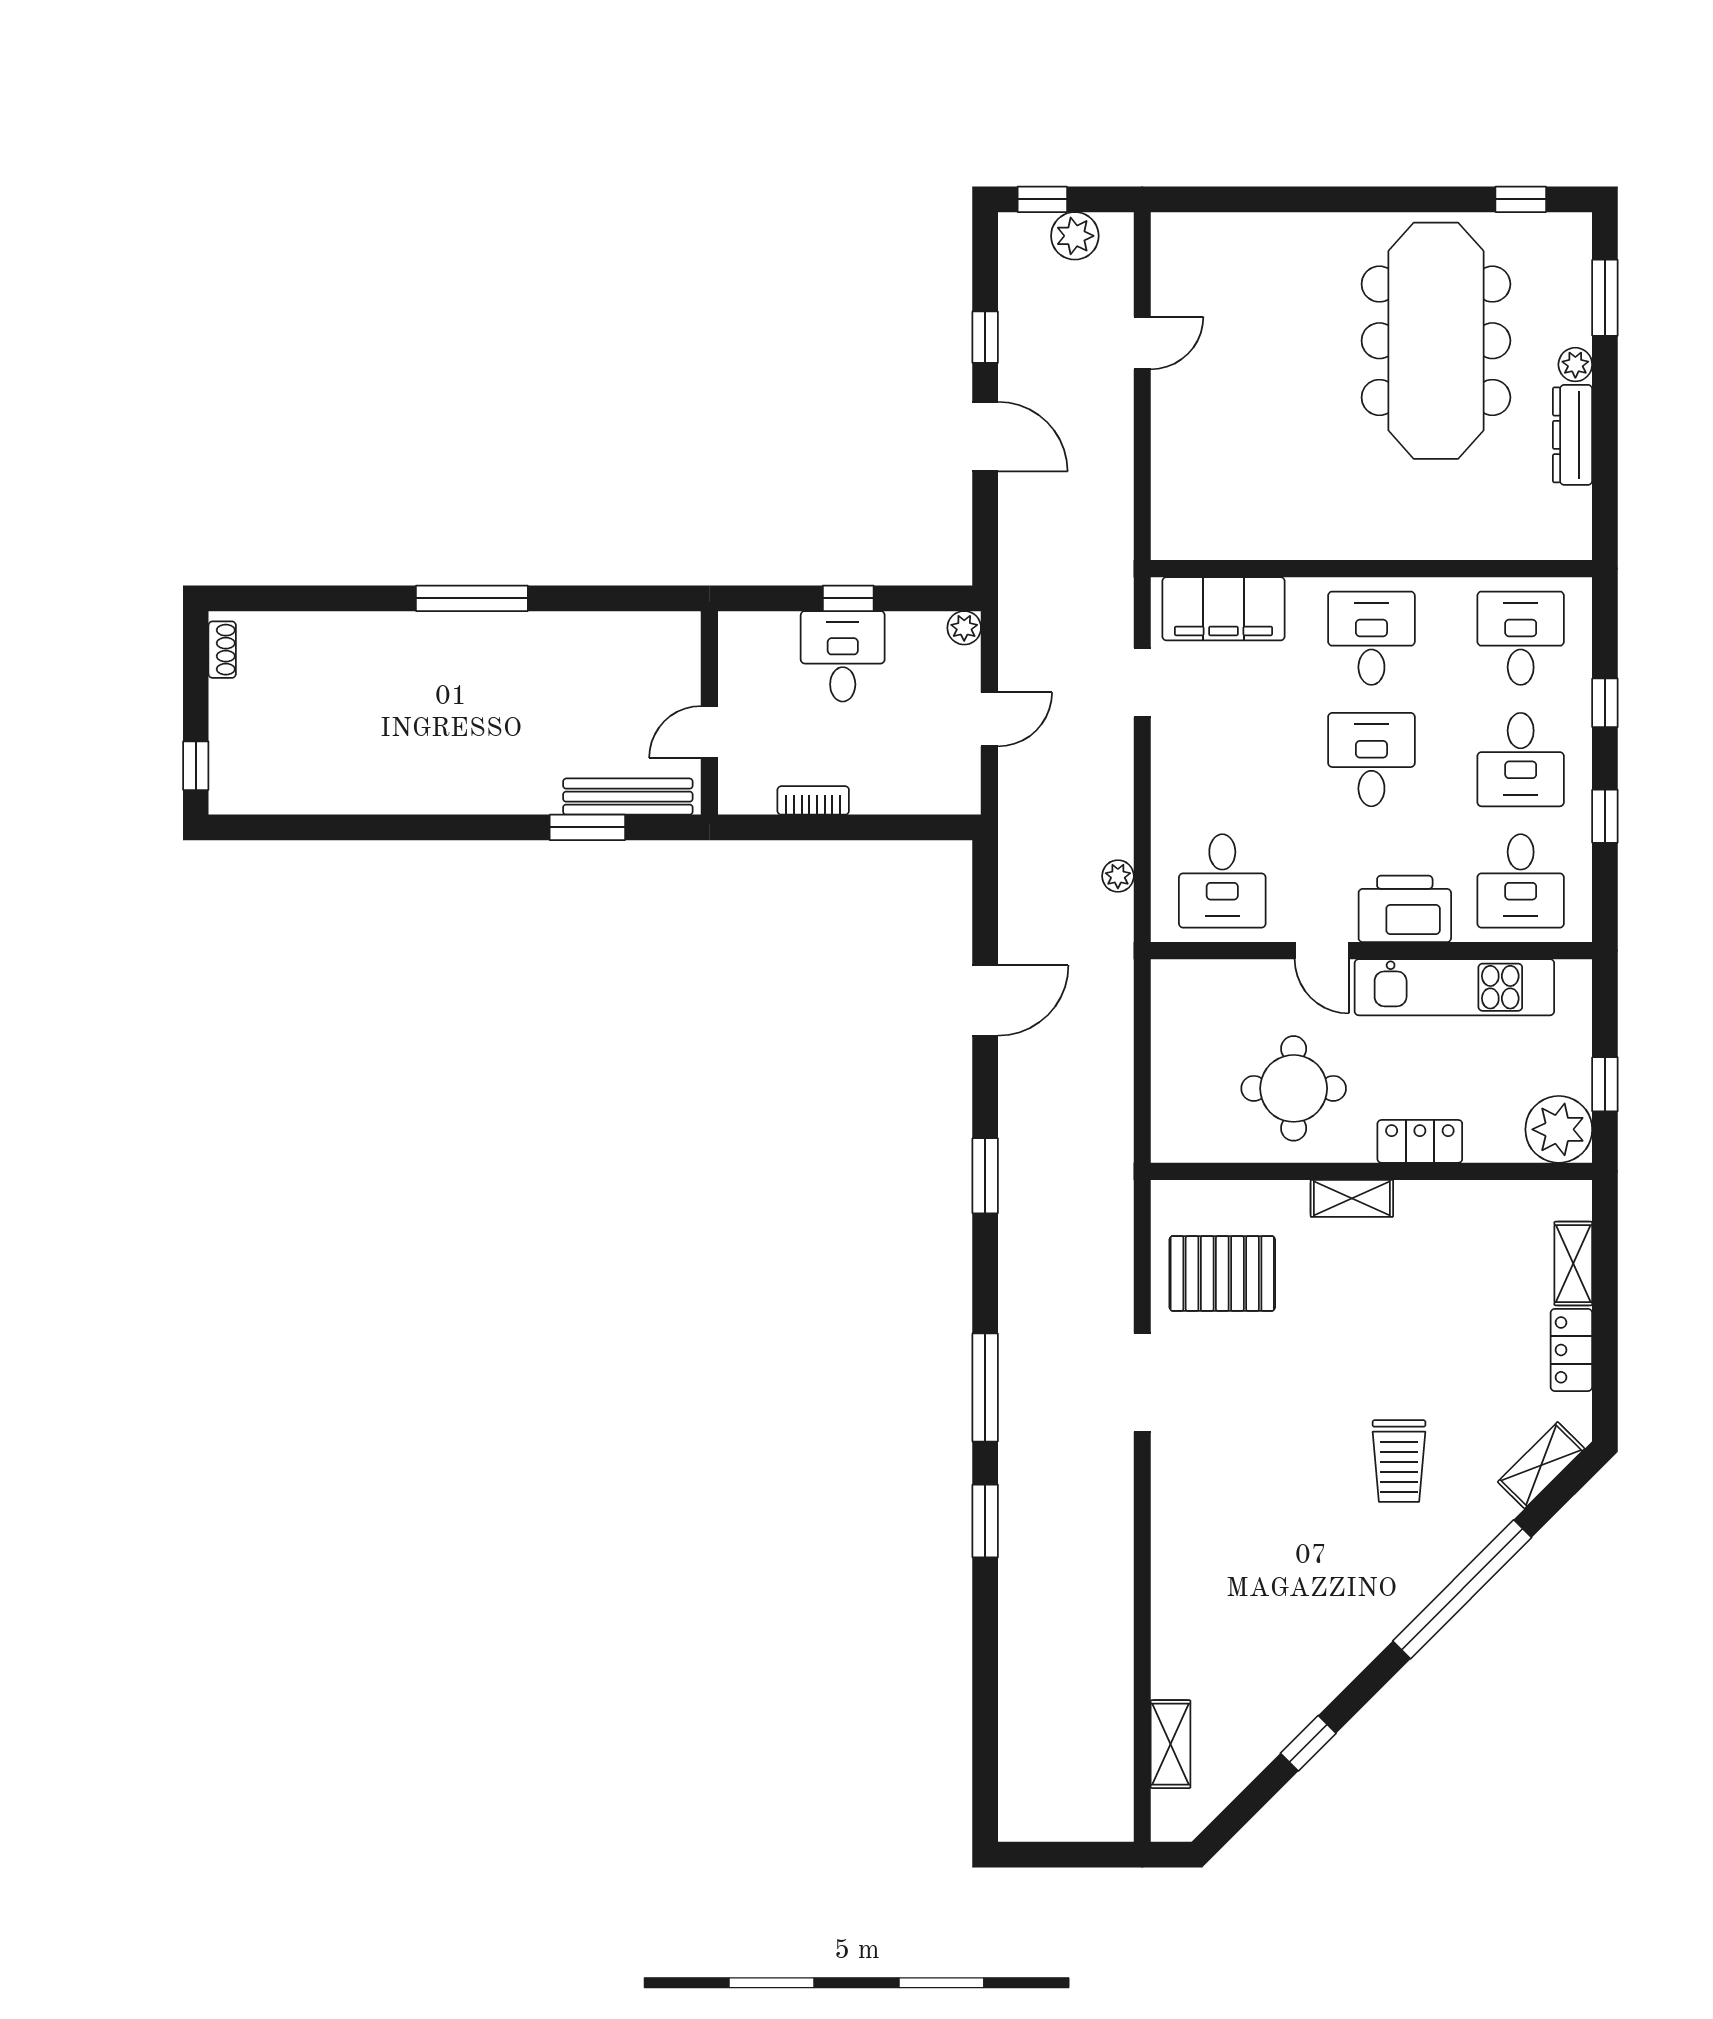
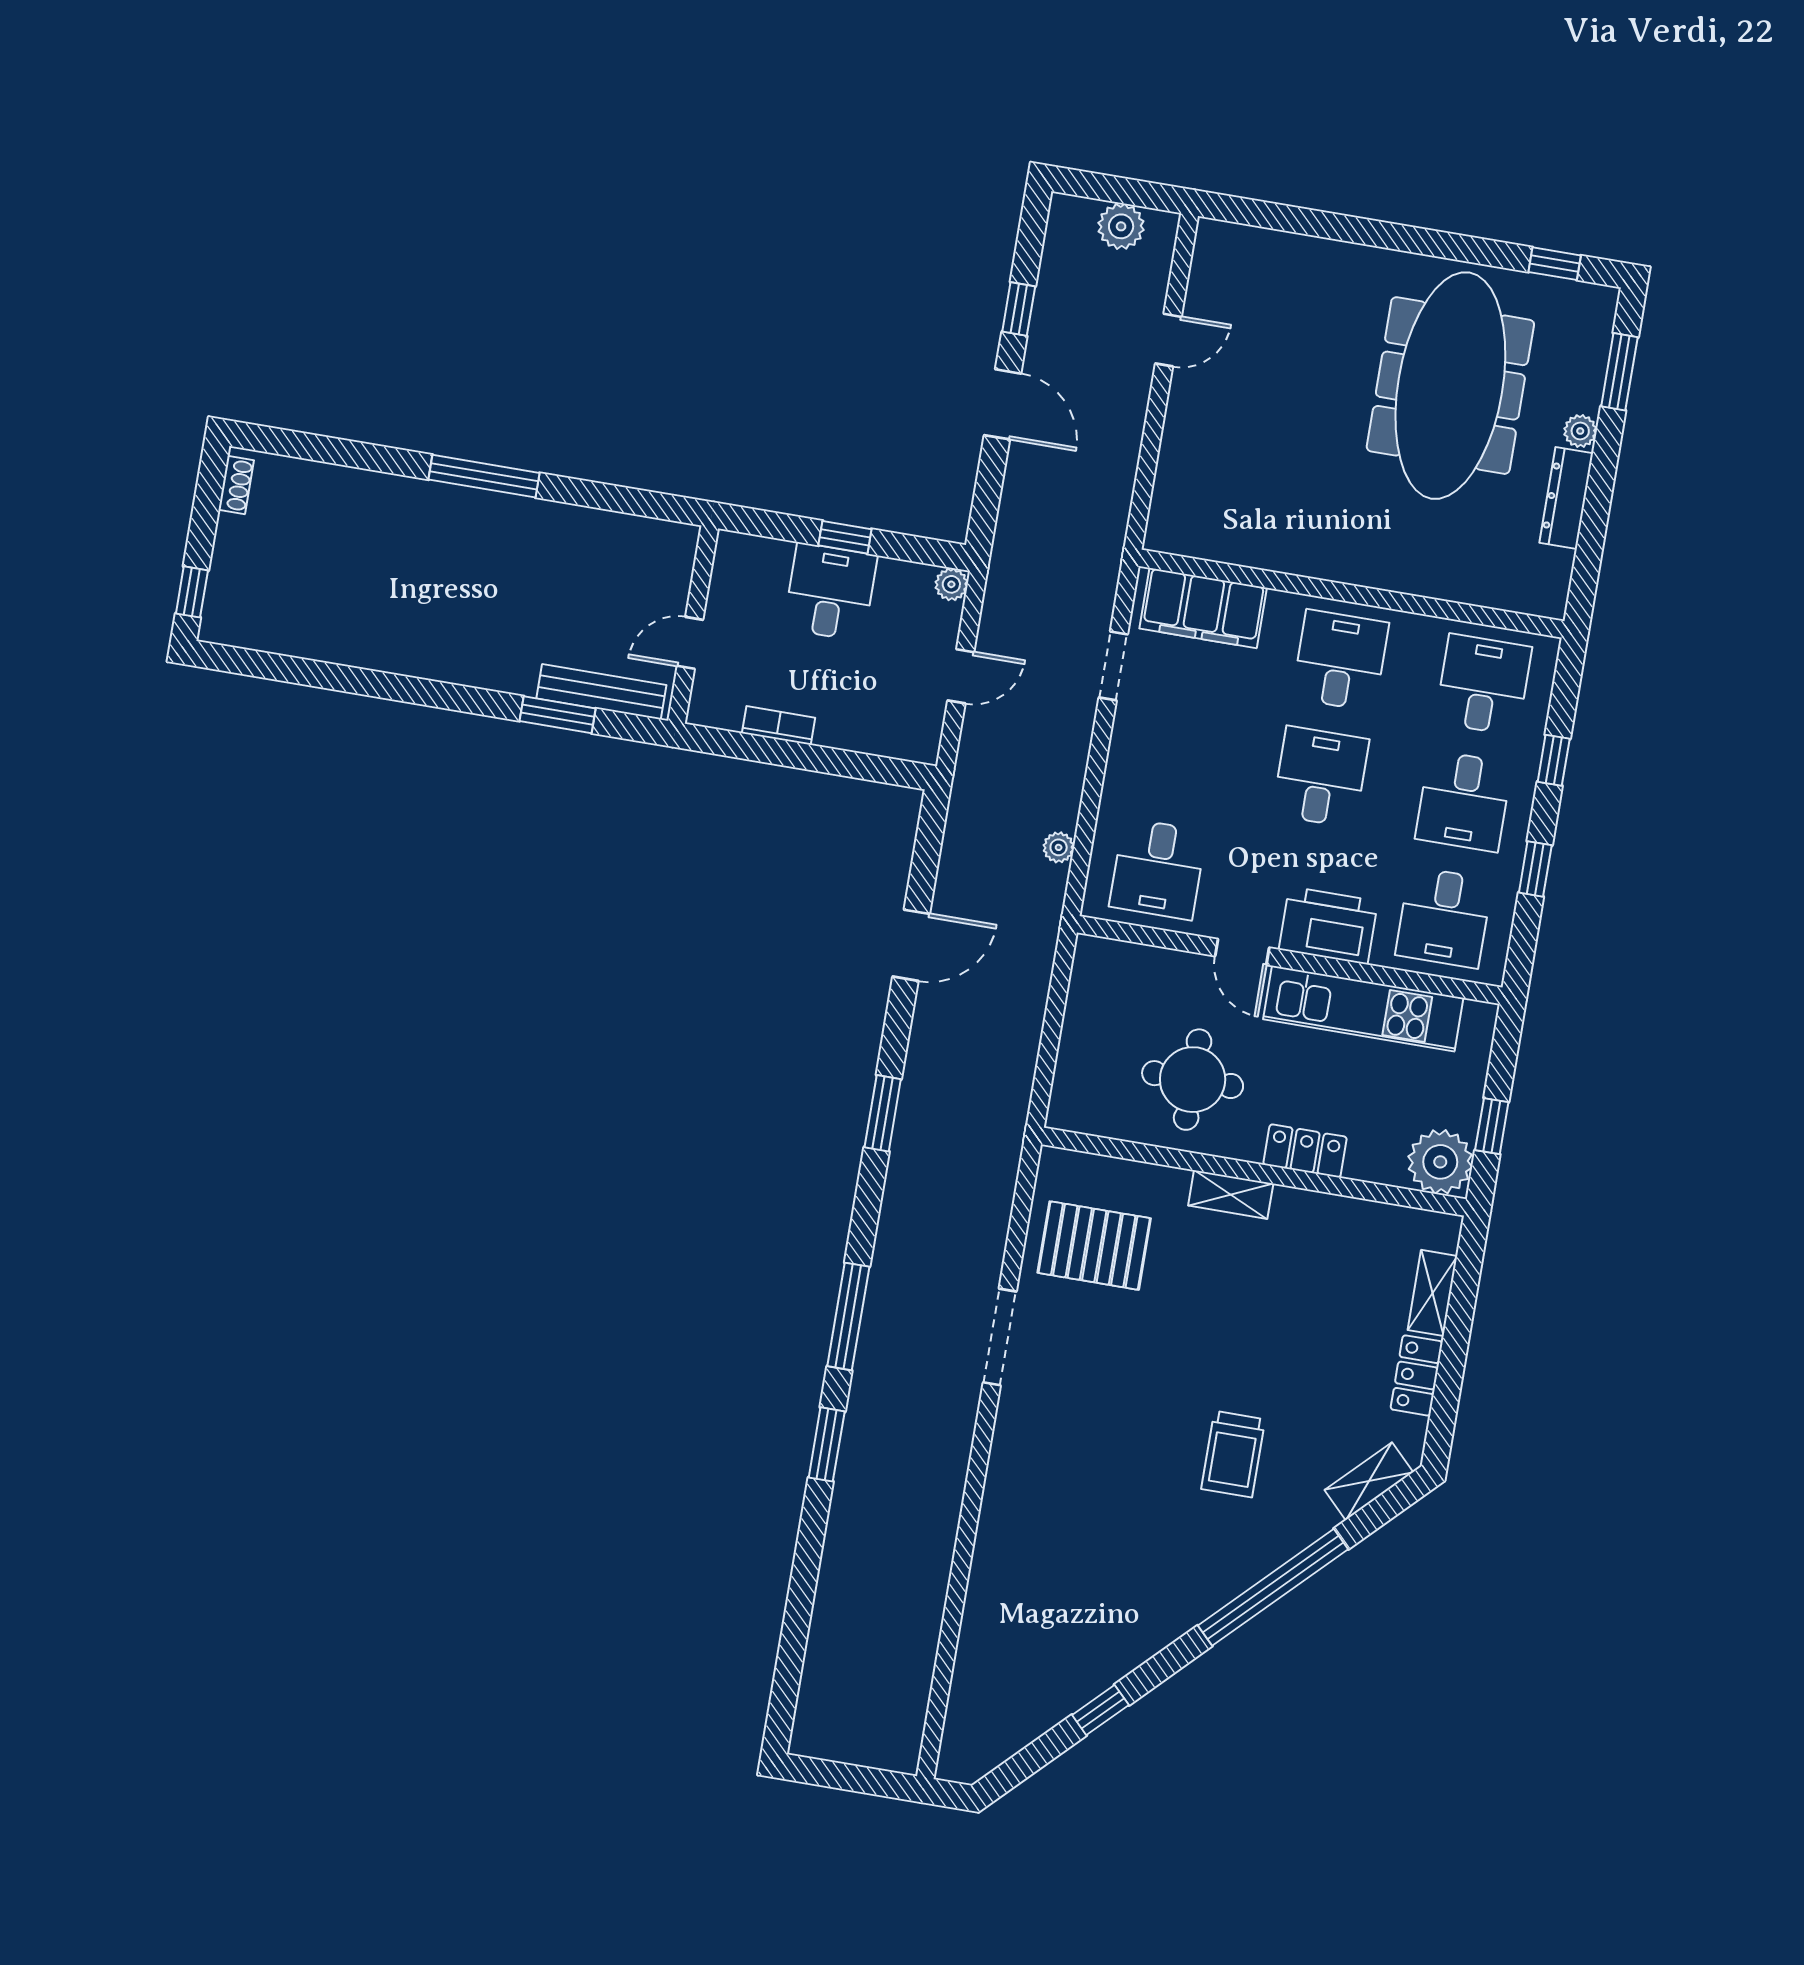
window: (1042, 199) -> (1096, 186), removed
shelving: (1171, 1744) -> (968, 1689), removed

